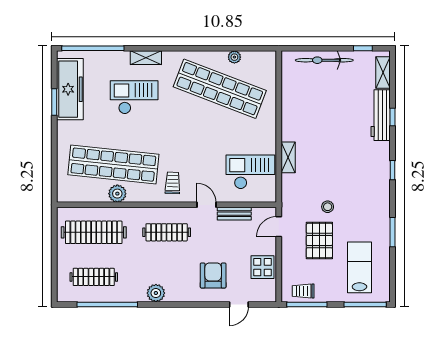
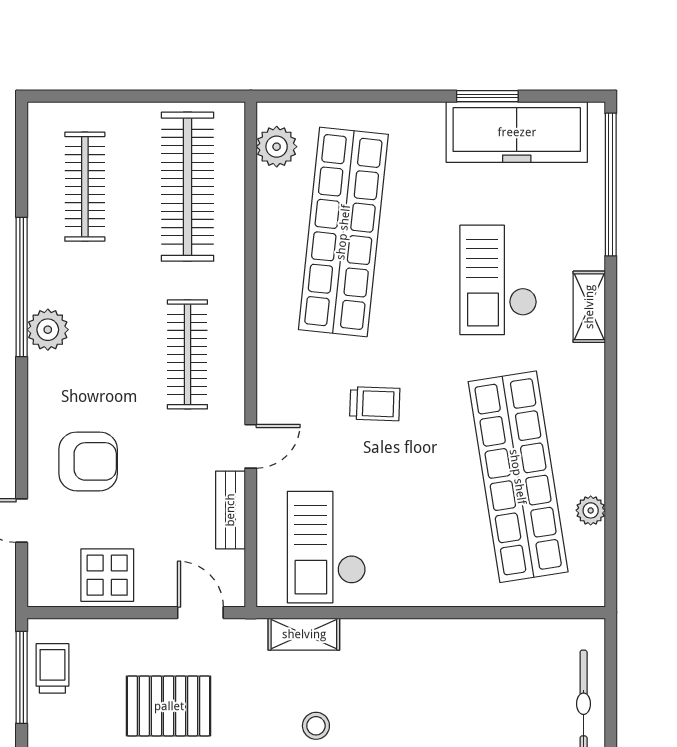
shop shelf: (220, 89) -> (518, 477), turned -30
checkout: (134, 97) -> (498, 280), turned 180
shelving: (288, 157) -> (304, 634), moved
checkout: (250, 172) -> (327, 547), turned 180
trolley: (173, 183) -> (375, 404), moved
plant: (117, 194) -> (277, 147), moved
stool: (328, 207) -> (316, 726), moved
window: (107, 304) -> (22, 287), moved

